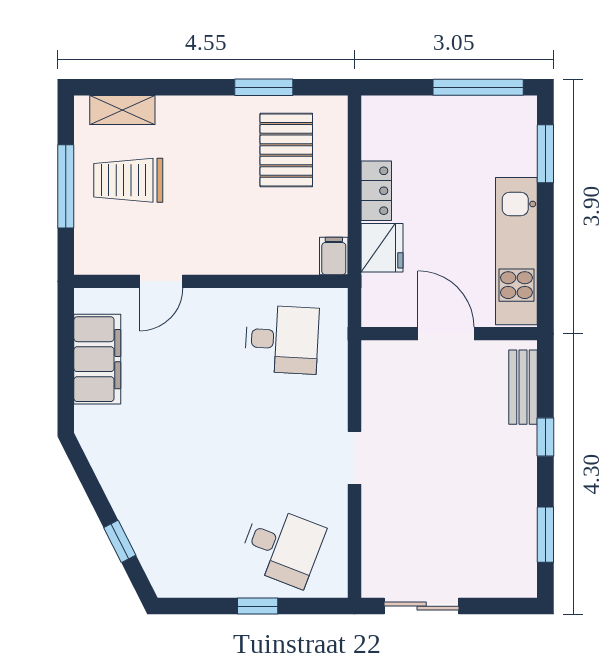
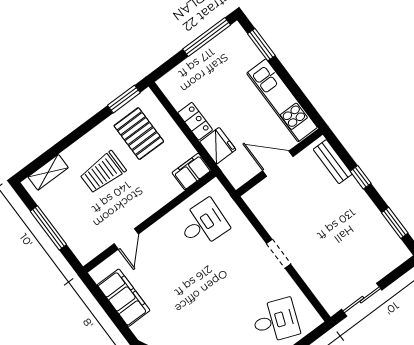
window: (264, 87) -> (124, 99), moved
trolley: (128, 180) -> (103, 172), moved
filing cabinet: (334, 256) -> (192, 172), width x2.00

